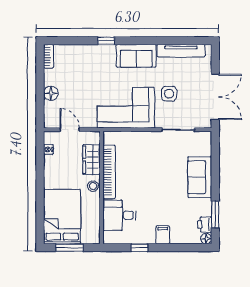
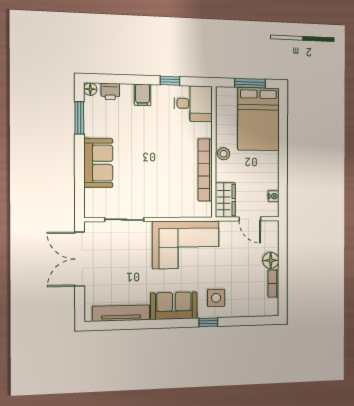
bookcase: (48, 56) -> (273, 284), moved
side table: (169, 94) -> (216, 298), moved
wardrobe: (91, 160) -> (225, 200), moved
desk: (119, 215) -> (193, 104), moved
printer: (205, 224) -> (110, 92), moved, turned 90

